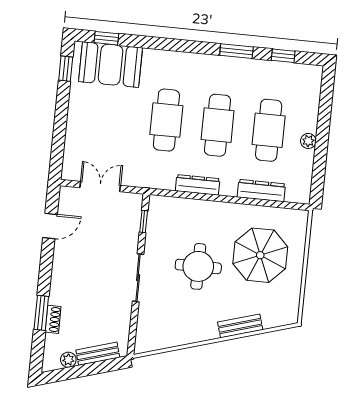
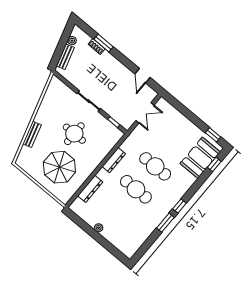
window: (283, 56) -> (179, 206), moved
cafe table: (269, 130) -> (117, 212), removed

